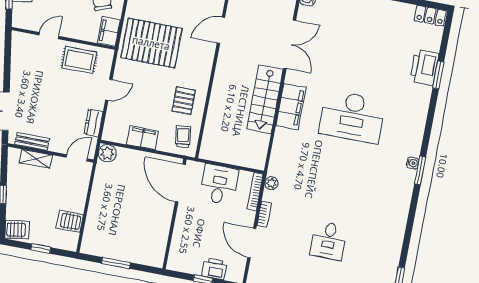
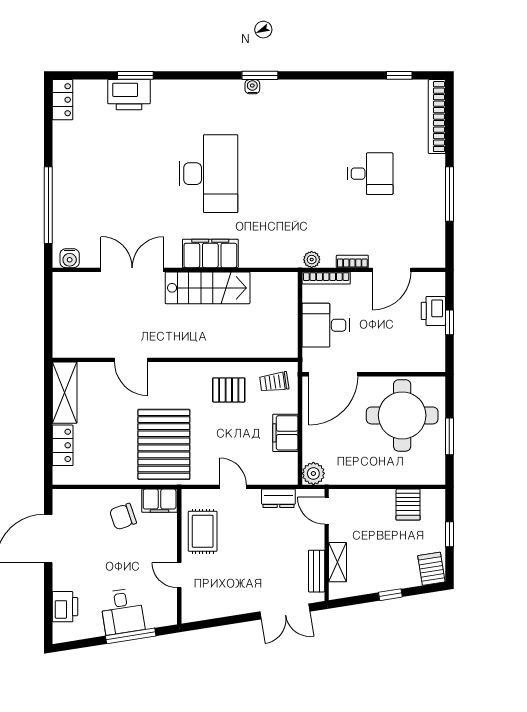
round table: (139, 230) -> (402, 415), added

